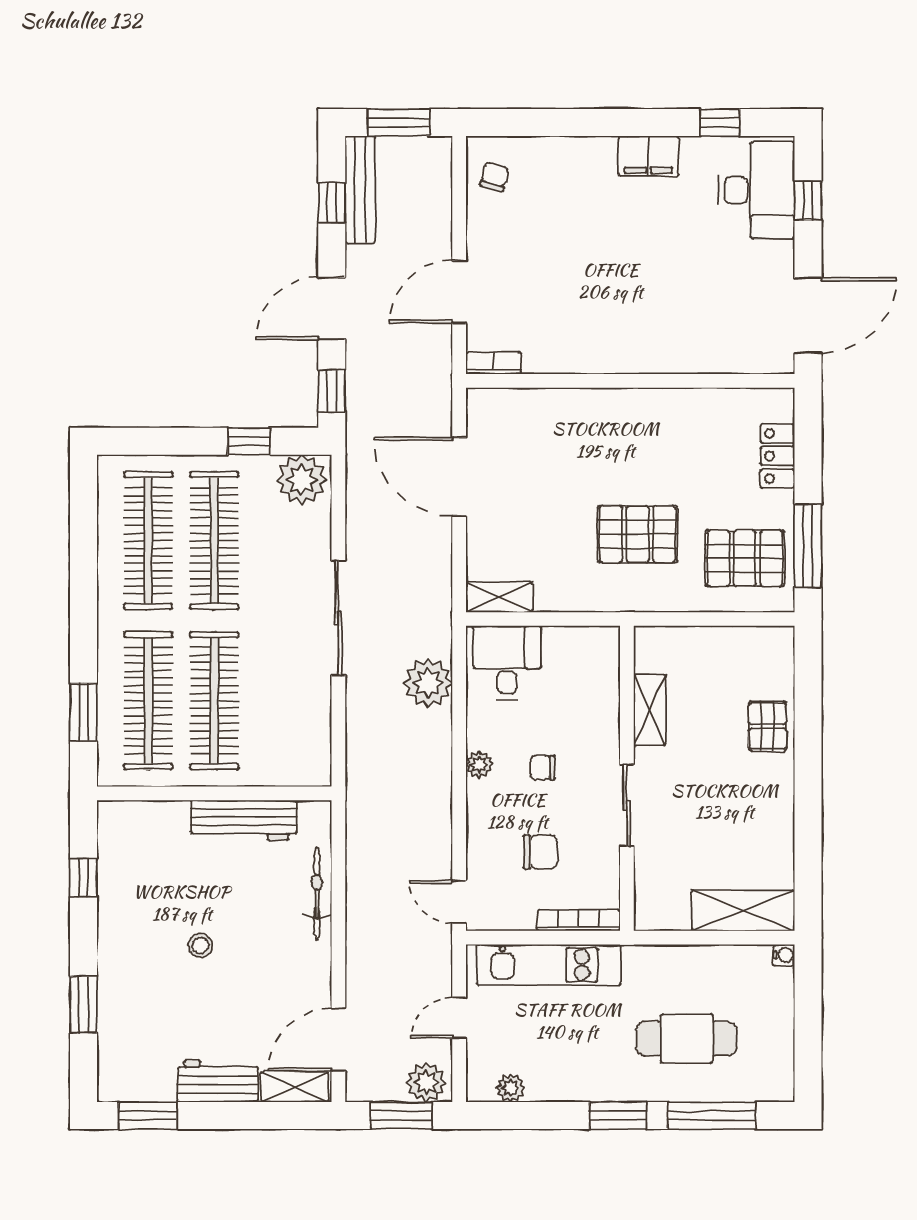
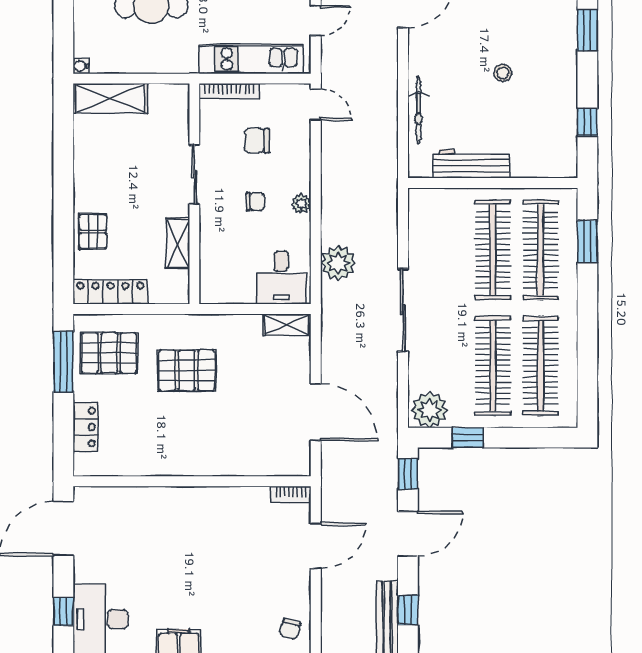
locker: (743, 643) -> (110, 292), added

